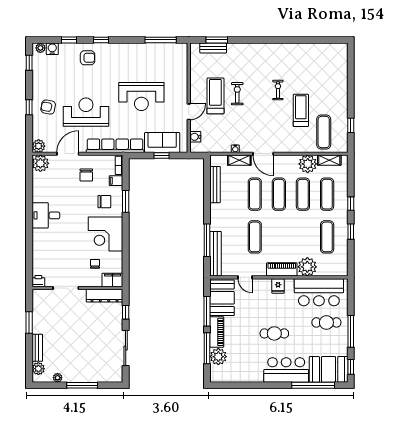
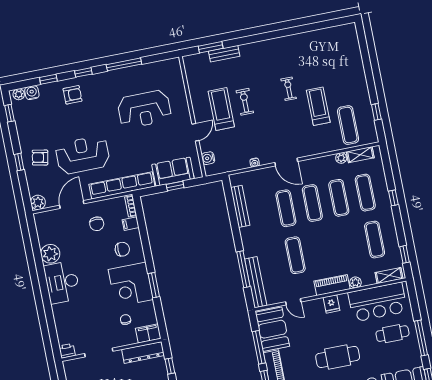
window: (161, 40) -> (124, 64), moved
bench: (213, 48) -> (224, 54), moved
reception desk: (141, 96) -> (144, 109), moved
shelving: (239, 160) -> (389, 276), moved
plant: (40, 163) -> (50, 254), moved
plant: (308, 164) -> (341, 158), width x0.53, depth x0.53
window: (126, 201) -> (154, 285), moved
desk: (46, 215) -> (62, 282), width x1.37
window: (351, 232) -> (405, 254), moved
plant: (307, 267) -> (355, 282), width x0.53, depth x0.53
cafe table: (274, 333) -> (338, 357), width x1.37, depth x1.35

